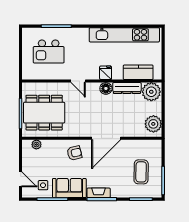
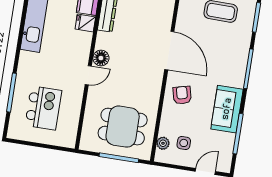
fridge: (106, 73) -> (85, 23), moved
floor lamp: (106, 88) -> (101, 58), moved
dining table: (44, 113) -> (123, 127), width x0.73
side table: (43, 185) -> (184, 143), moved
fireplace: (99, 193) -> (239, 72), removed

